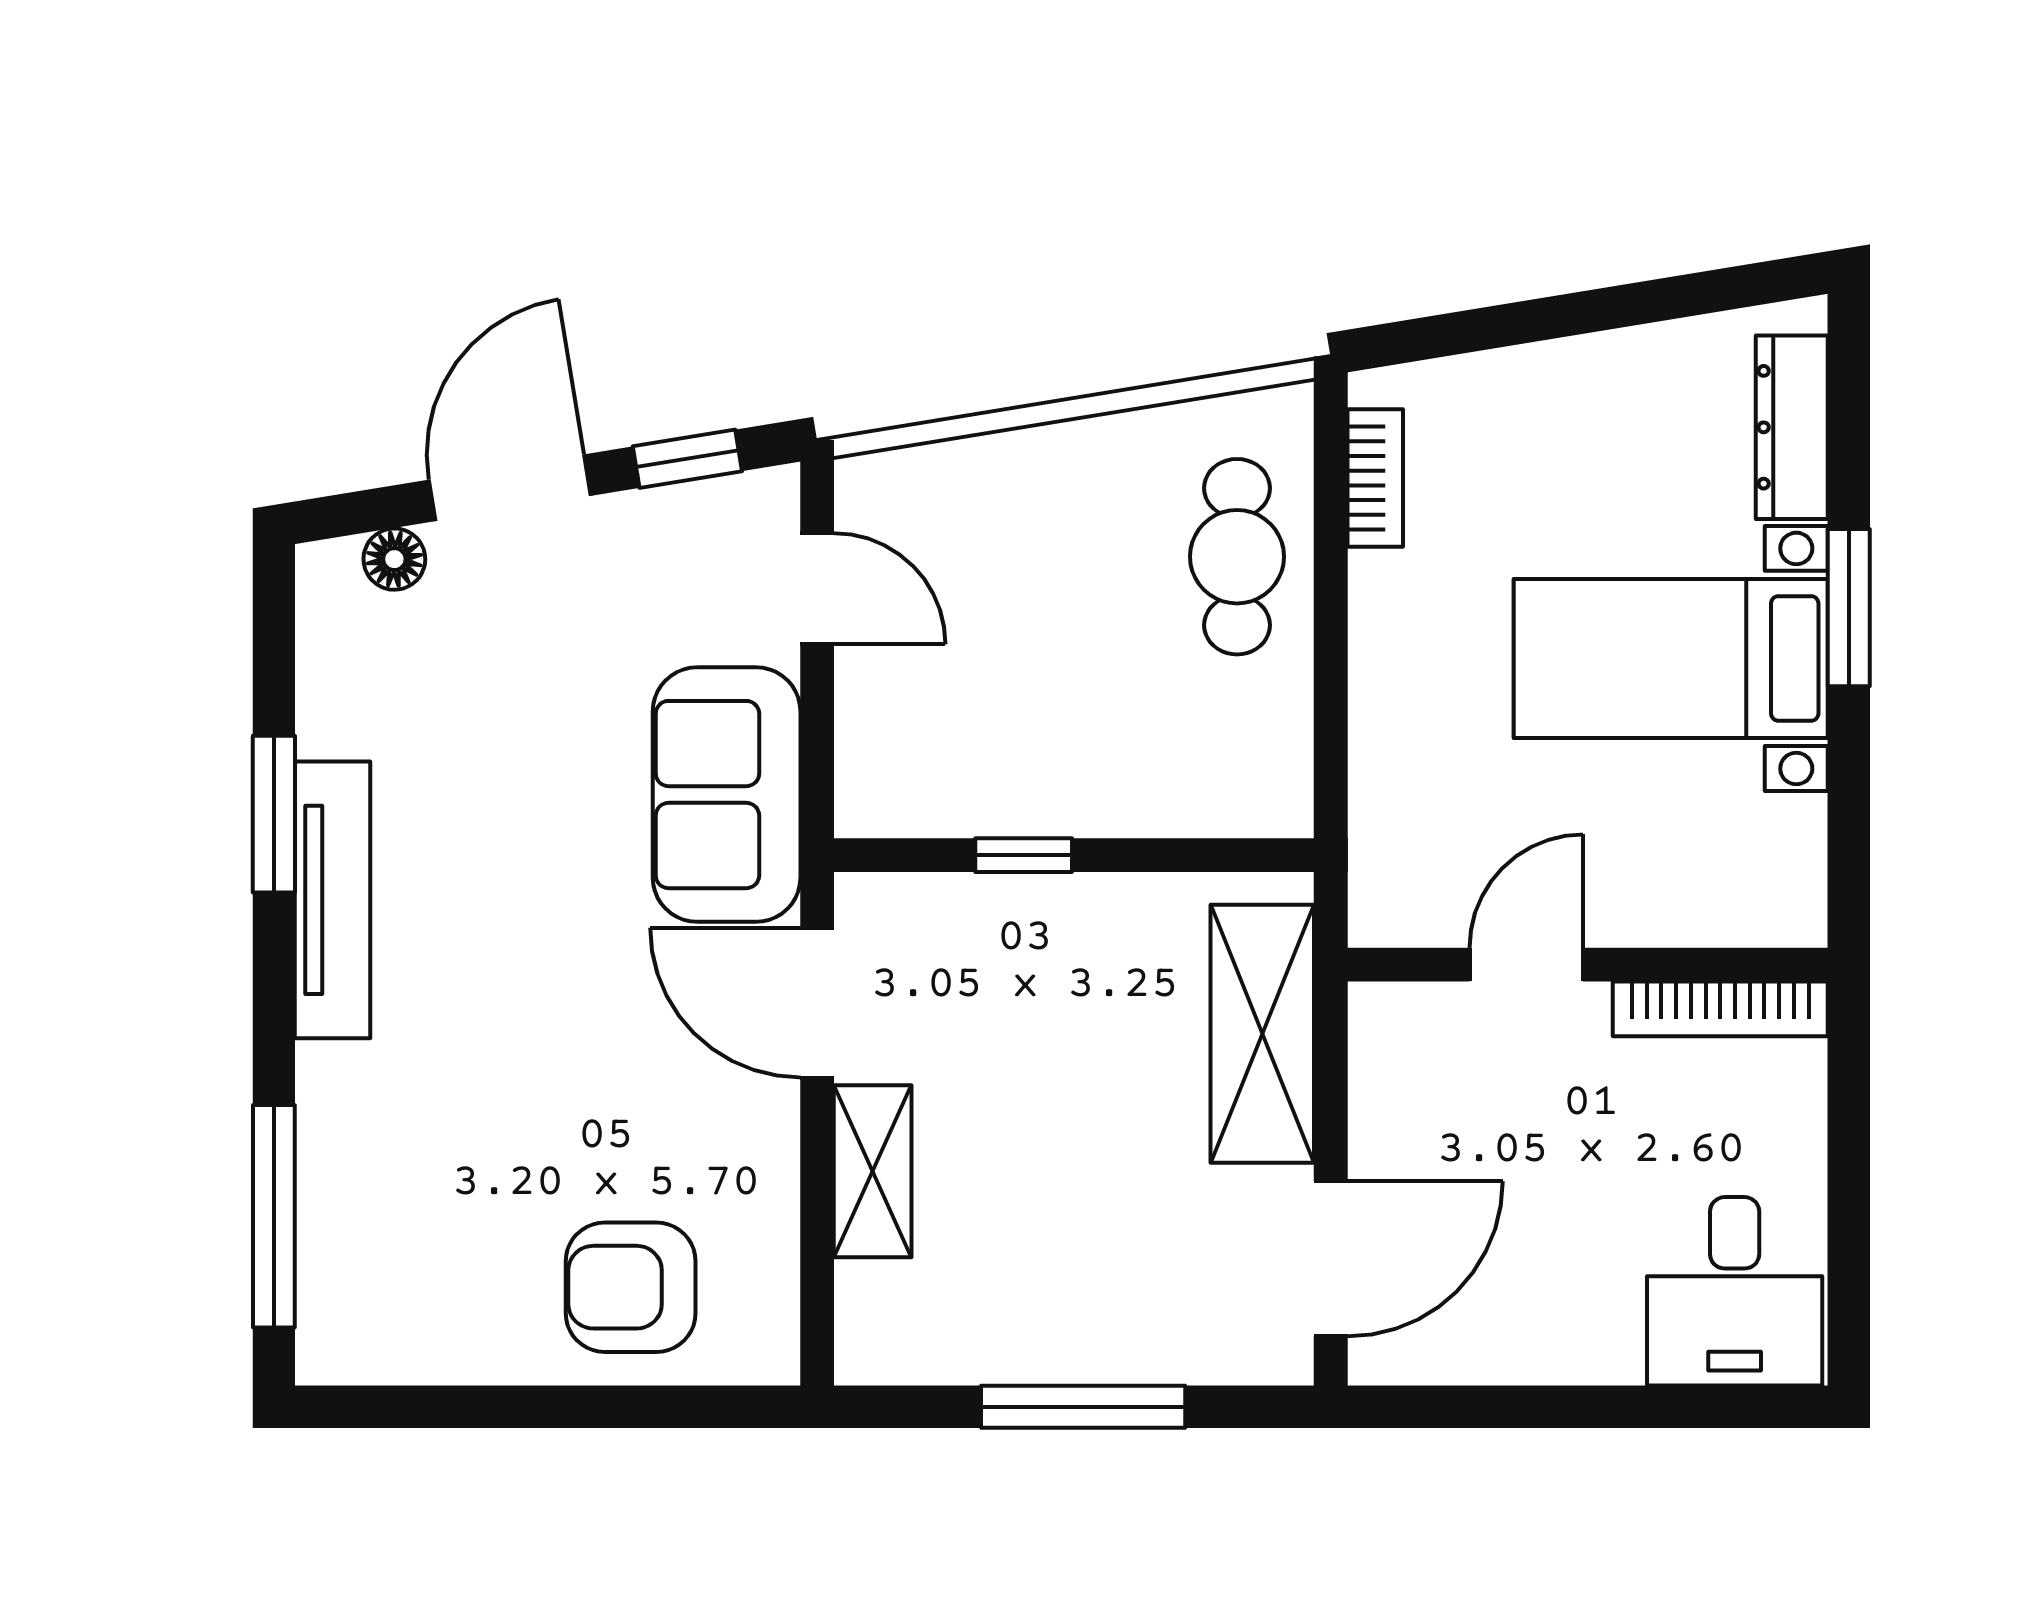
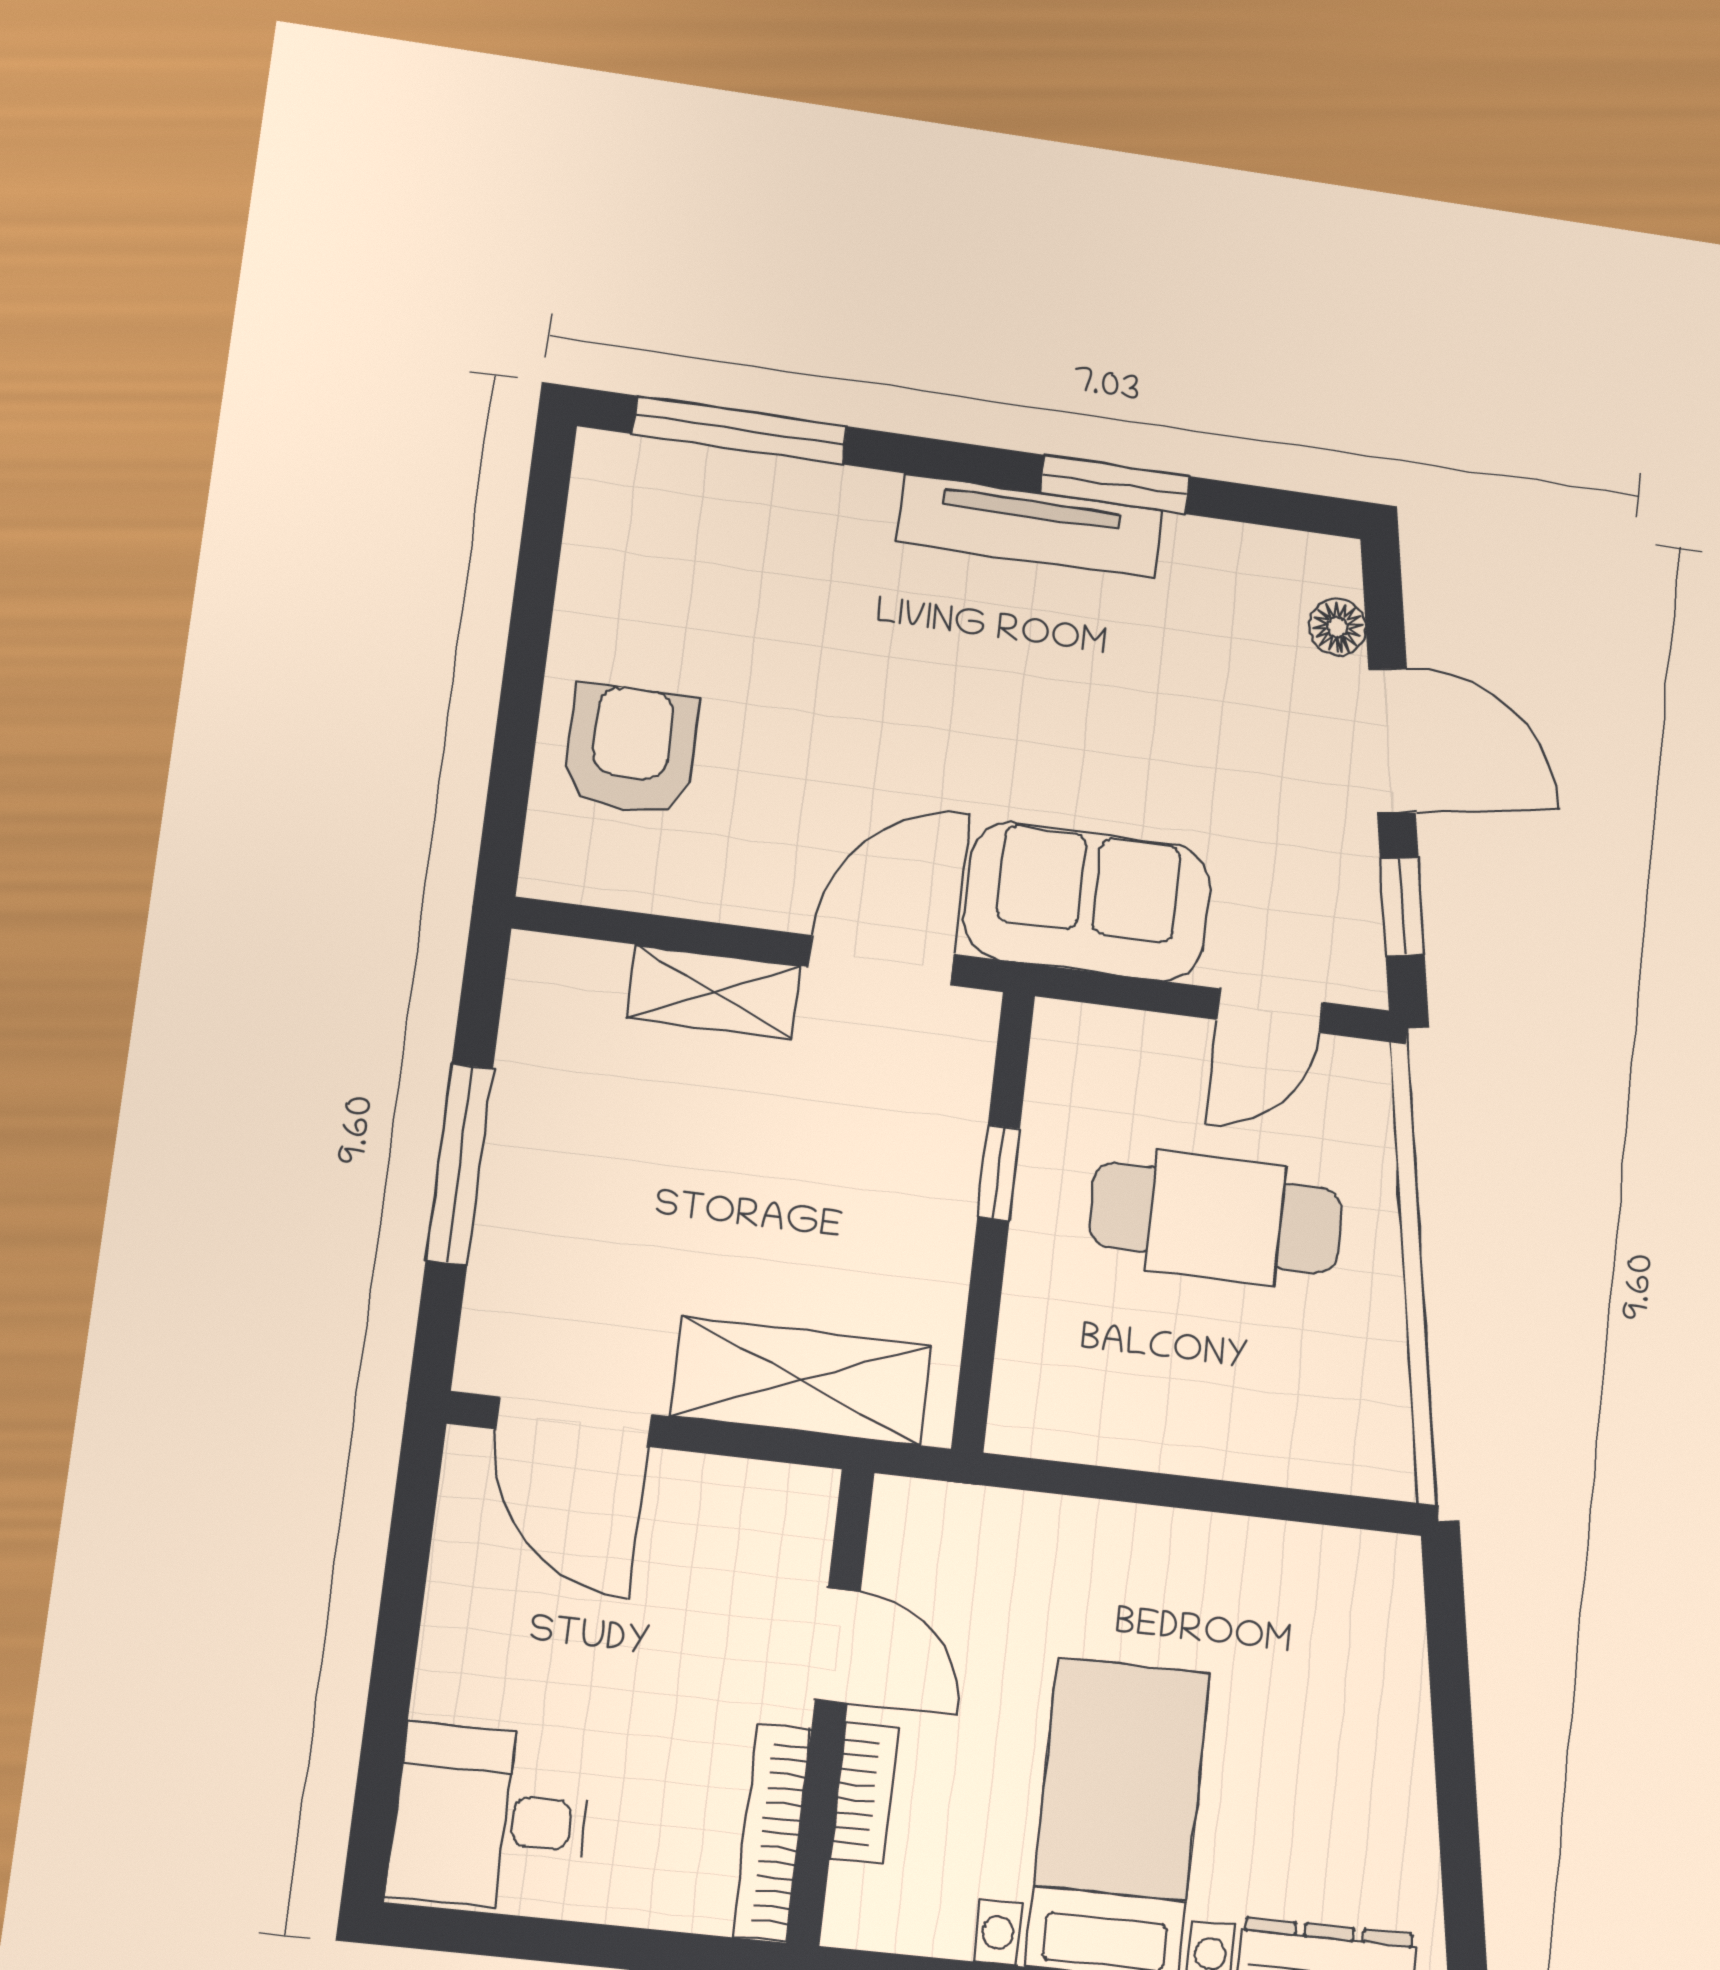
bookcase: (1375, 478) -> (864, 1793), moved, turned -90
cafe table: (1237, 557) -> (1216, 1218), moved, width x1.37, depth x1.35

